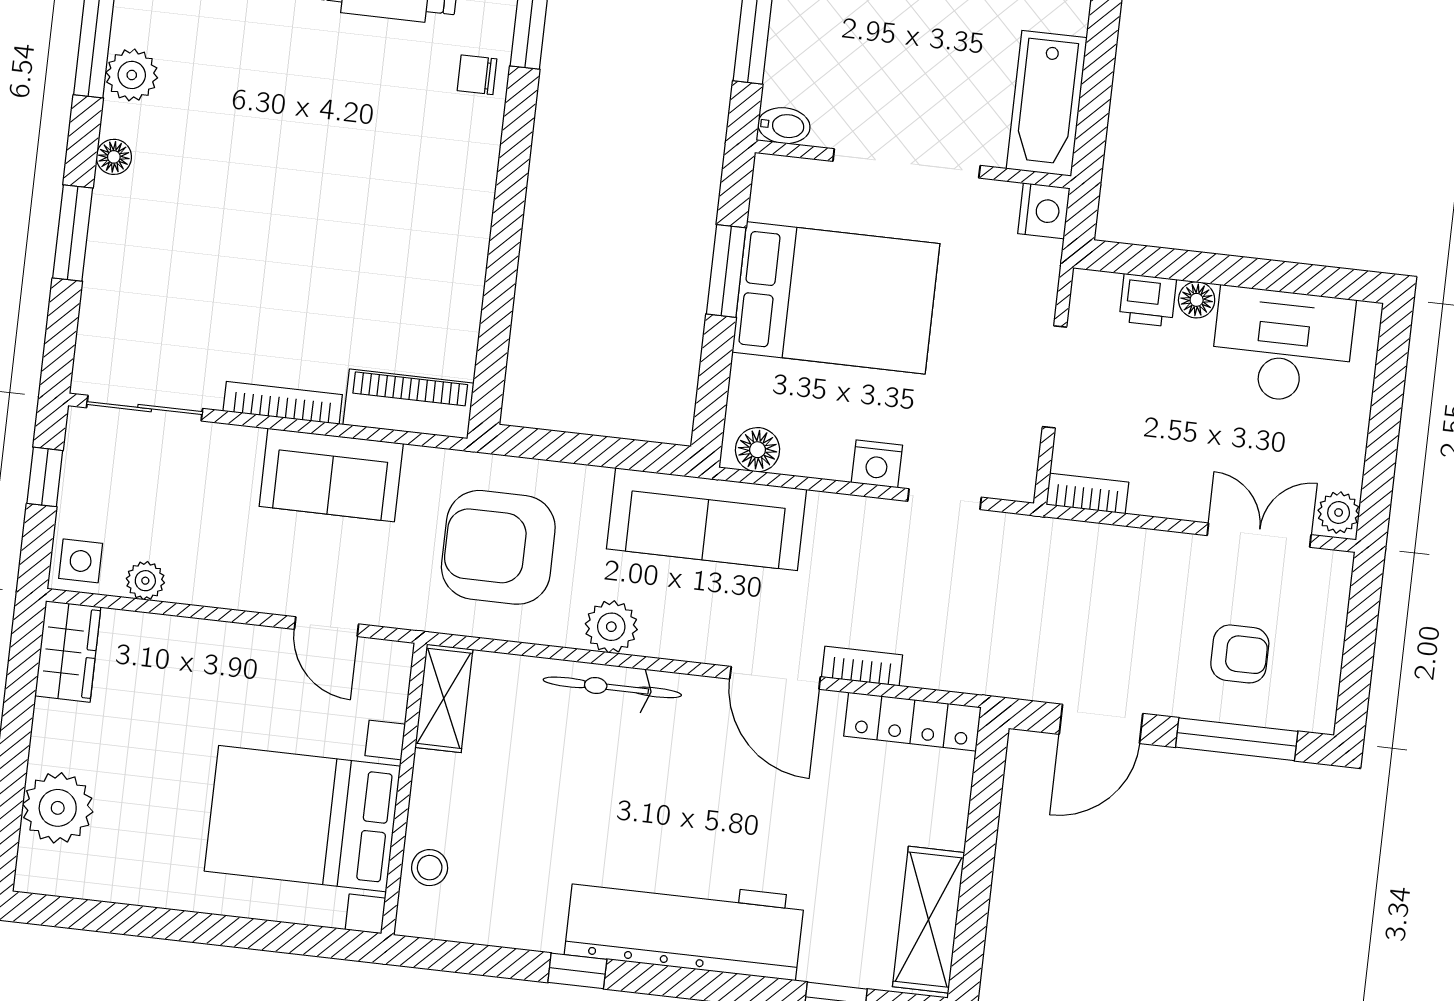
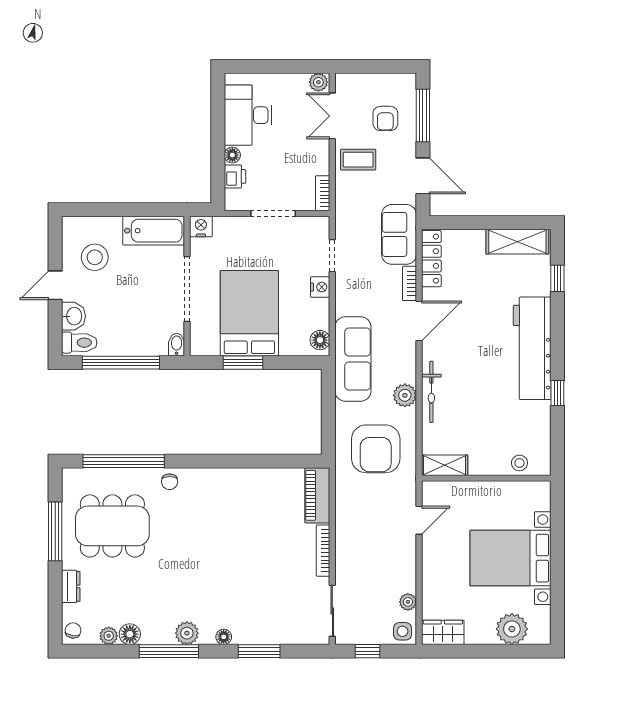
sofa: (331, 475) -> (399, 234), moved, turned 180
coffee table: (1154, 582) -> (358, 160), added
armchair: (1240, 654) -> (385, 118), turned 180
bed with nightstands: (302, 819) -> (510, 558), moved, turned 90

